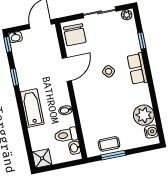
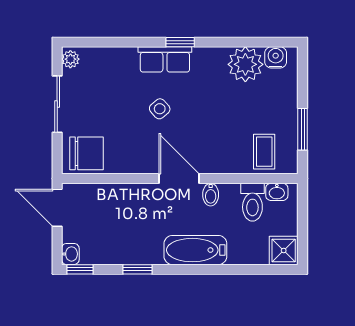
window: (142, 41) -> (180, 42), moved
door: (67, 69) -> (179, 178), moved
coffee table: (109, 144) -> (264, 152), moved

